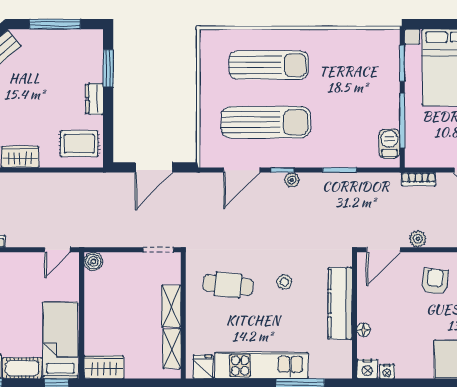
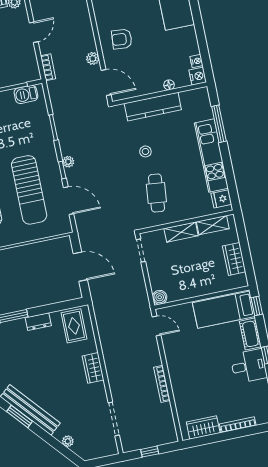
sun lounger: (266, 122) -> (29, 190), turned 180
wardrobe: (104, 367) -> (234, 259), moved

